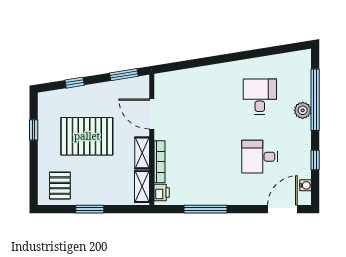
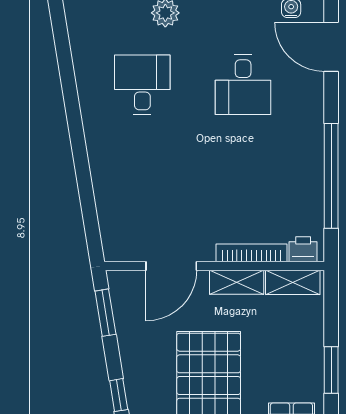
desk: (260, 97) -> (142, 85), turned 90
window: (205, 209) -> (331, 176), width x1.46

